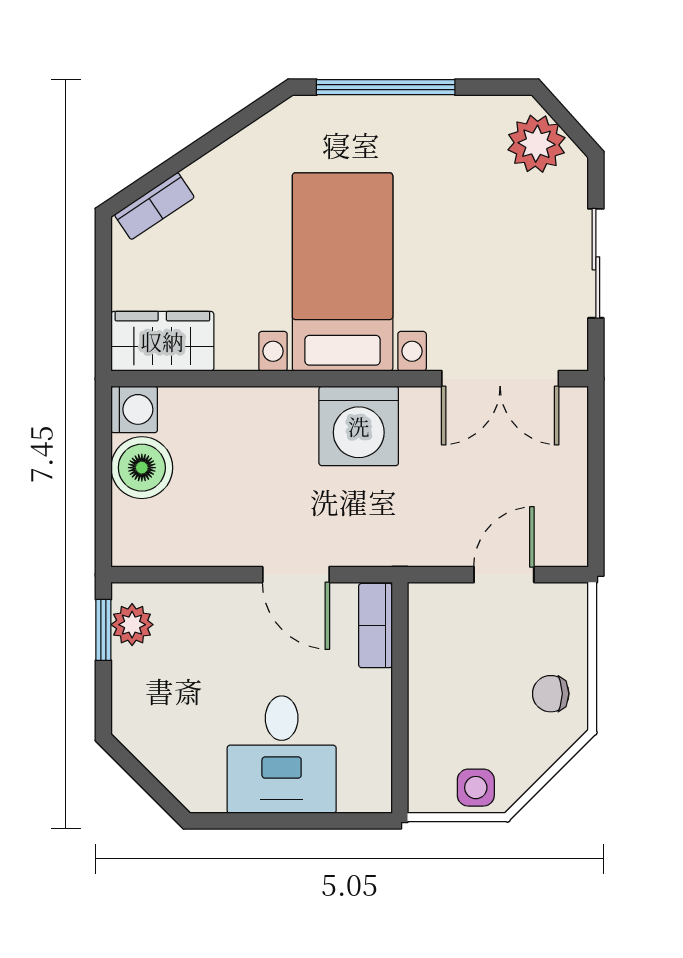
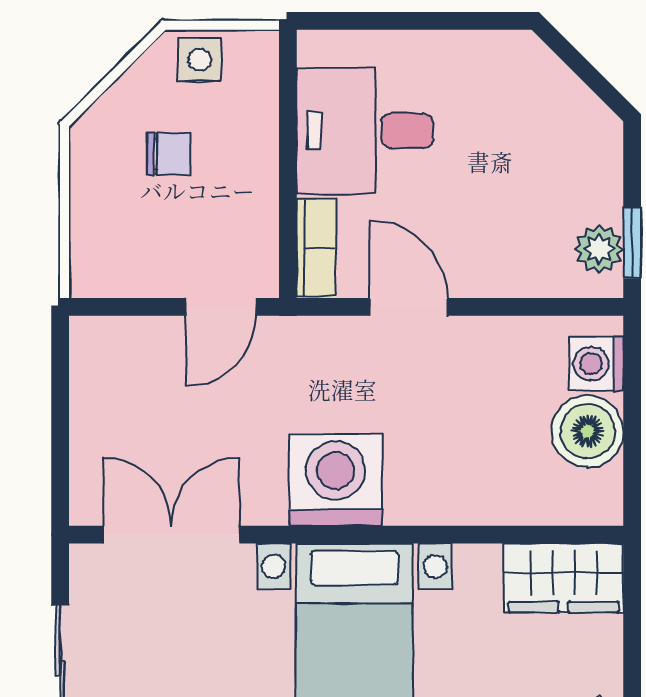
washing machine: (134, 409) -> (596, 364), moved
door: (504, 575) -> (221, 307), moved
chair: (551, 694) -> (168, 154), moved
desk: (282, 755) -> (365, 131), moved, turned -90

